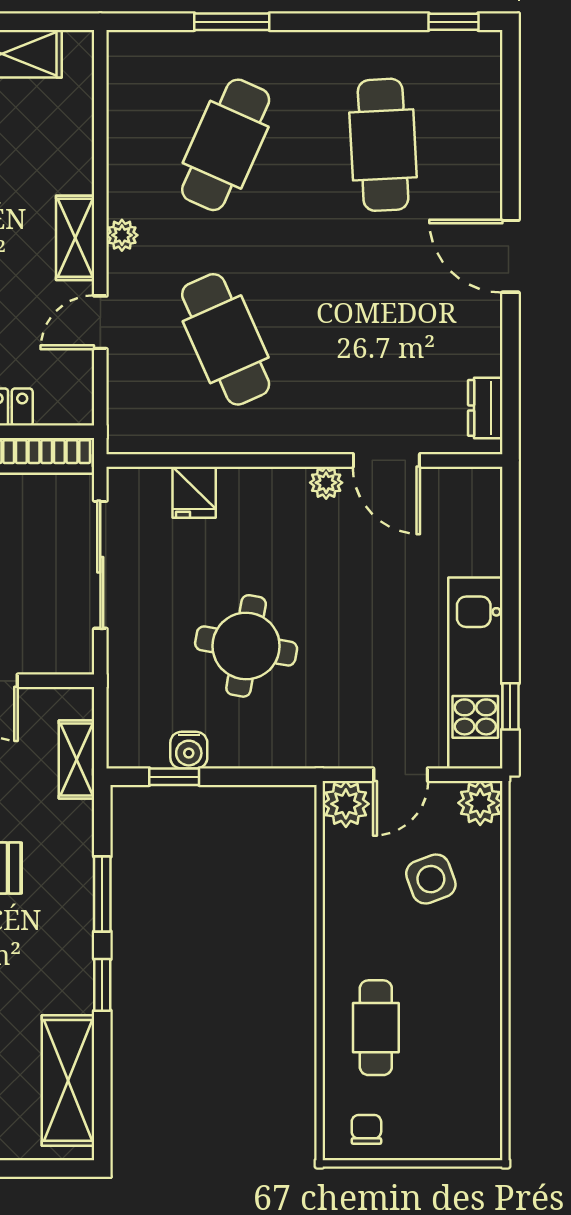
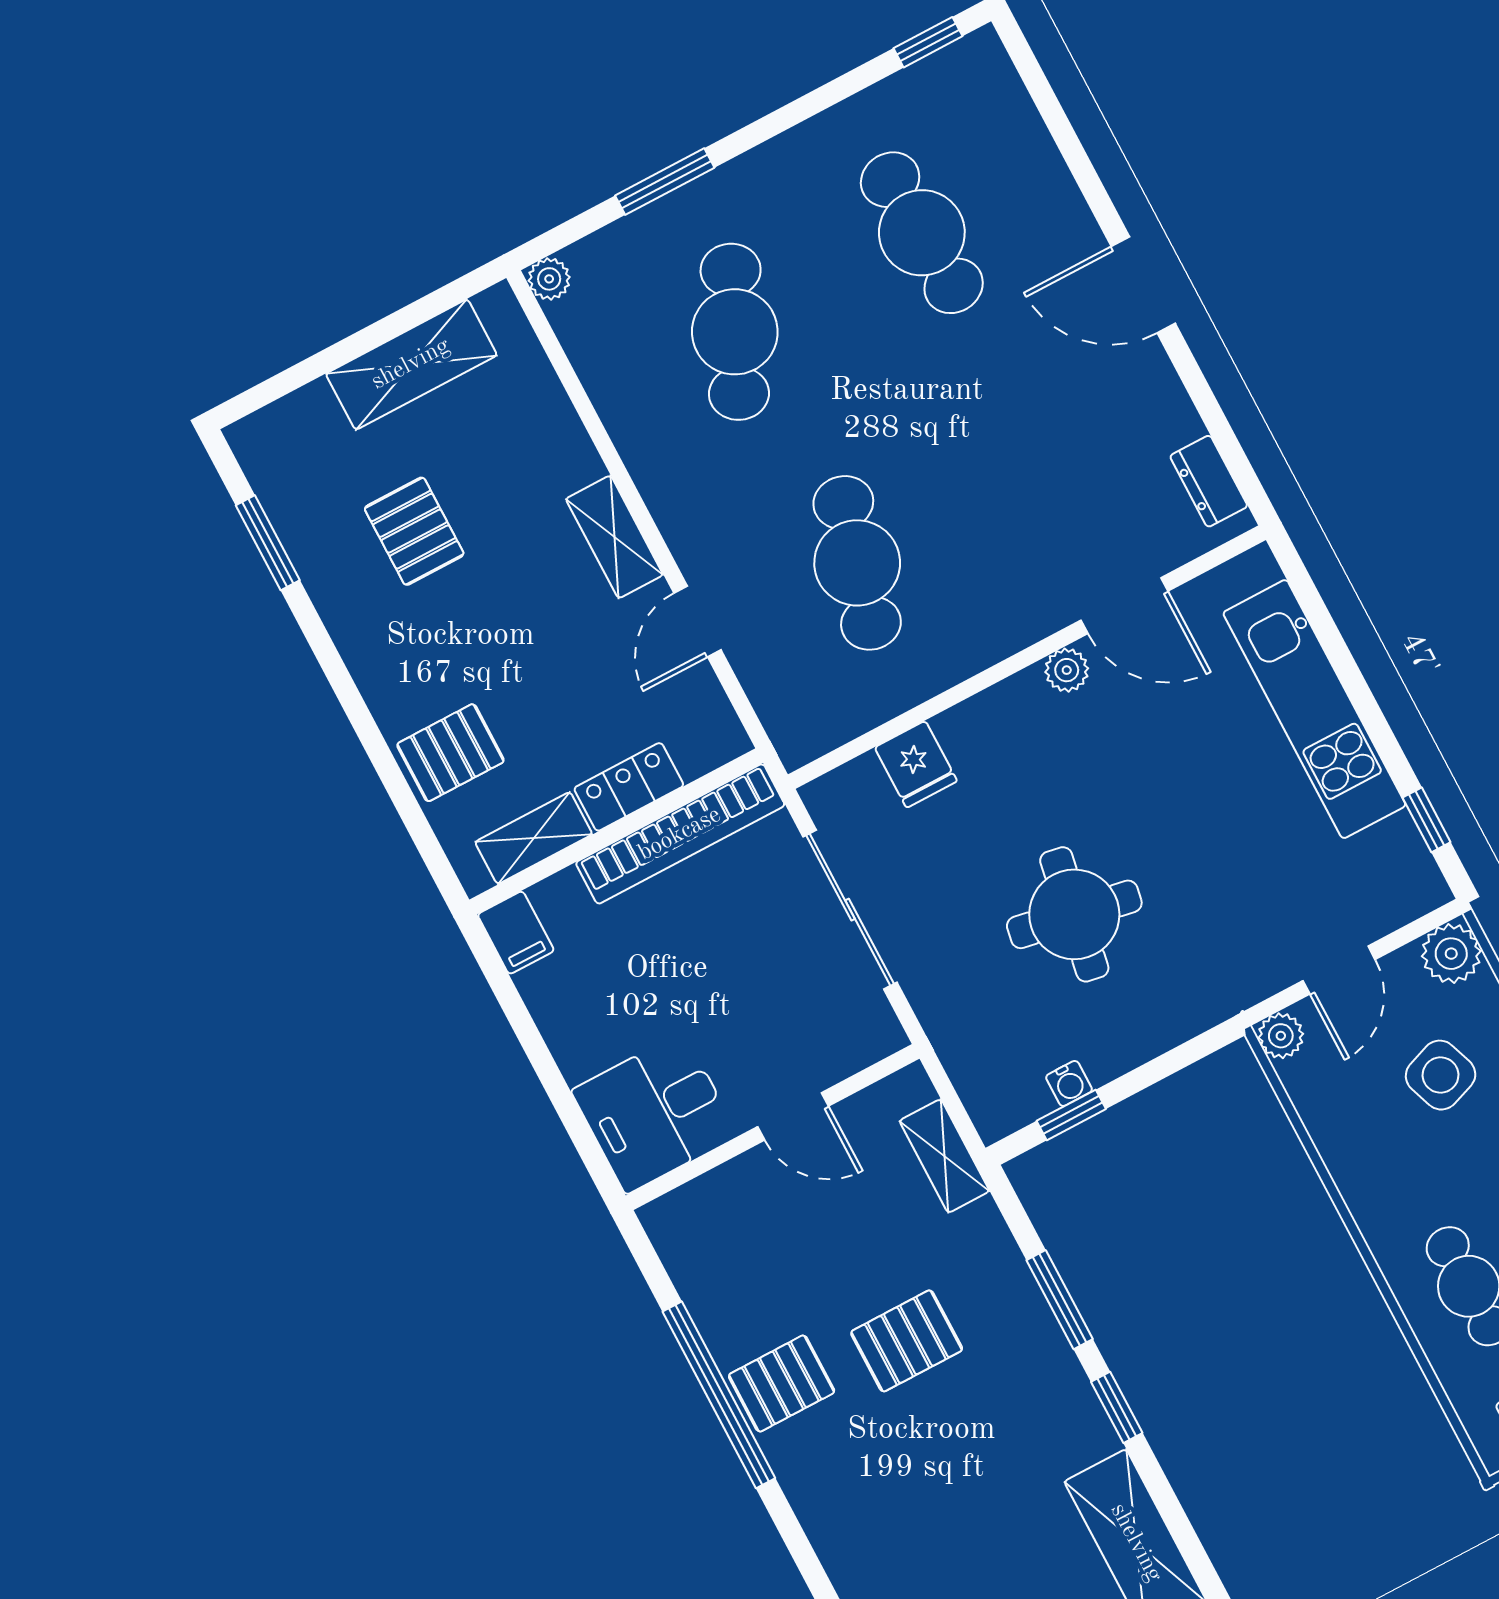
plant: (122, 235) -> (549, 279), moved
cafe table: (226, 339) -> (857, 563), turned 39
kitchen unit: (475, 673) -> (1314, 709), moved
water cooler: (189, 750) -> (1069, 1083), width x0.72, depth x0.72
plant: (346, 804) -> (1281, 1036), width x0.73, depth x0.73

